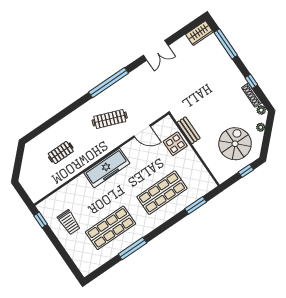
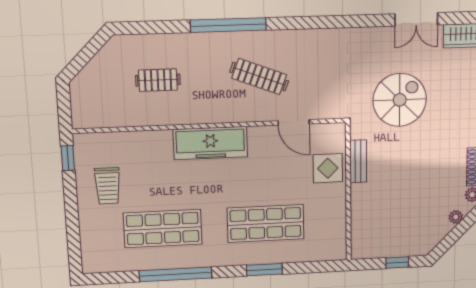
double door: (156, 50) -> (416, 19), moved
window: (109, 83) -> (228, 25), moved
spiral stairs: (235, 144) -> (400, 100), moved
window: (196, 205) -> (264, 270), moved
window: (132, 249) -> (176, 274), width x1.46

